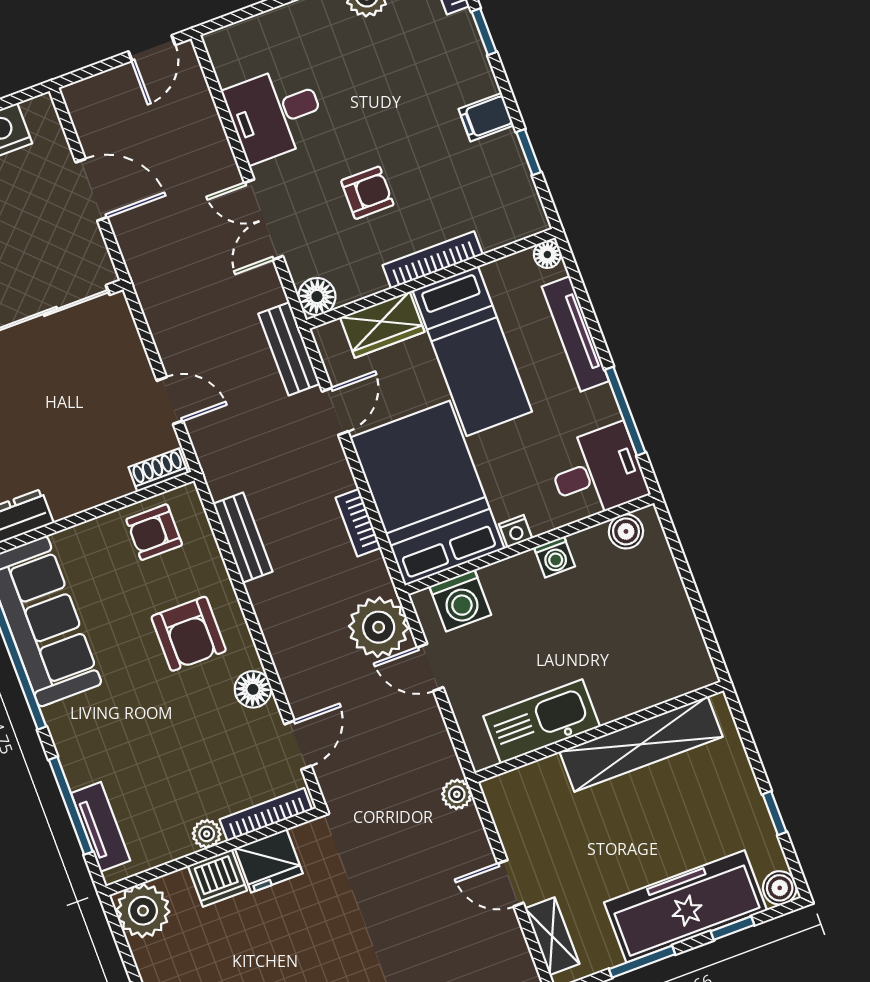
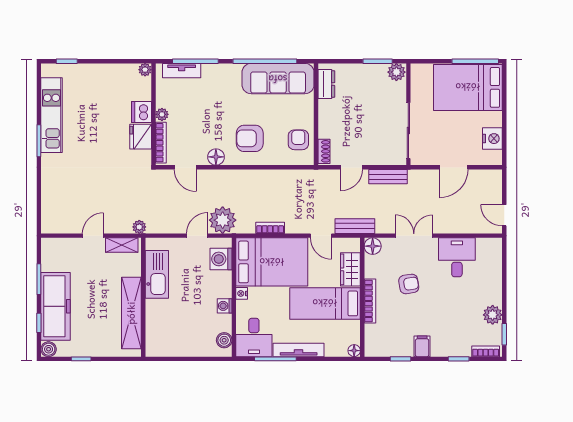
armchair: (367, 193) -> (409, 284), turned -99
tv unit: (575, 334) -> (299, 350), moved
bench: (243, 538) -> (388, 177), moved
plant: (143, 911) -> (145, 70), width x0.53, depth x0.53
shelving: (552, 936) -> (122, 245), moved

